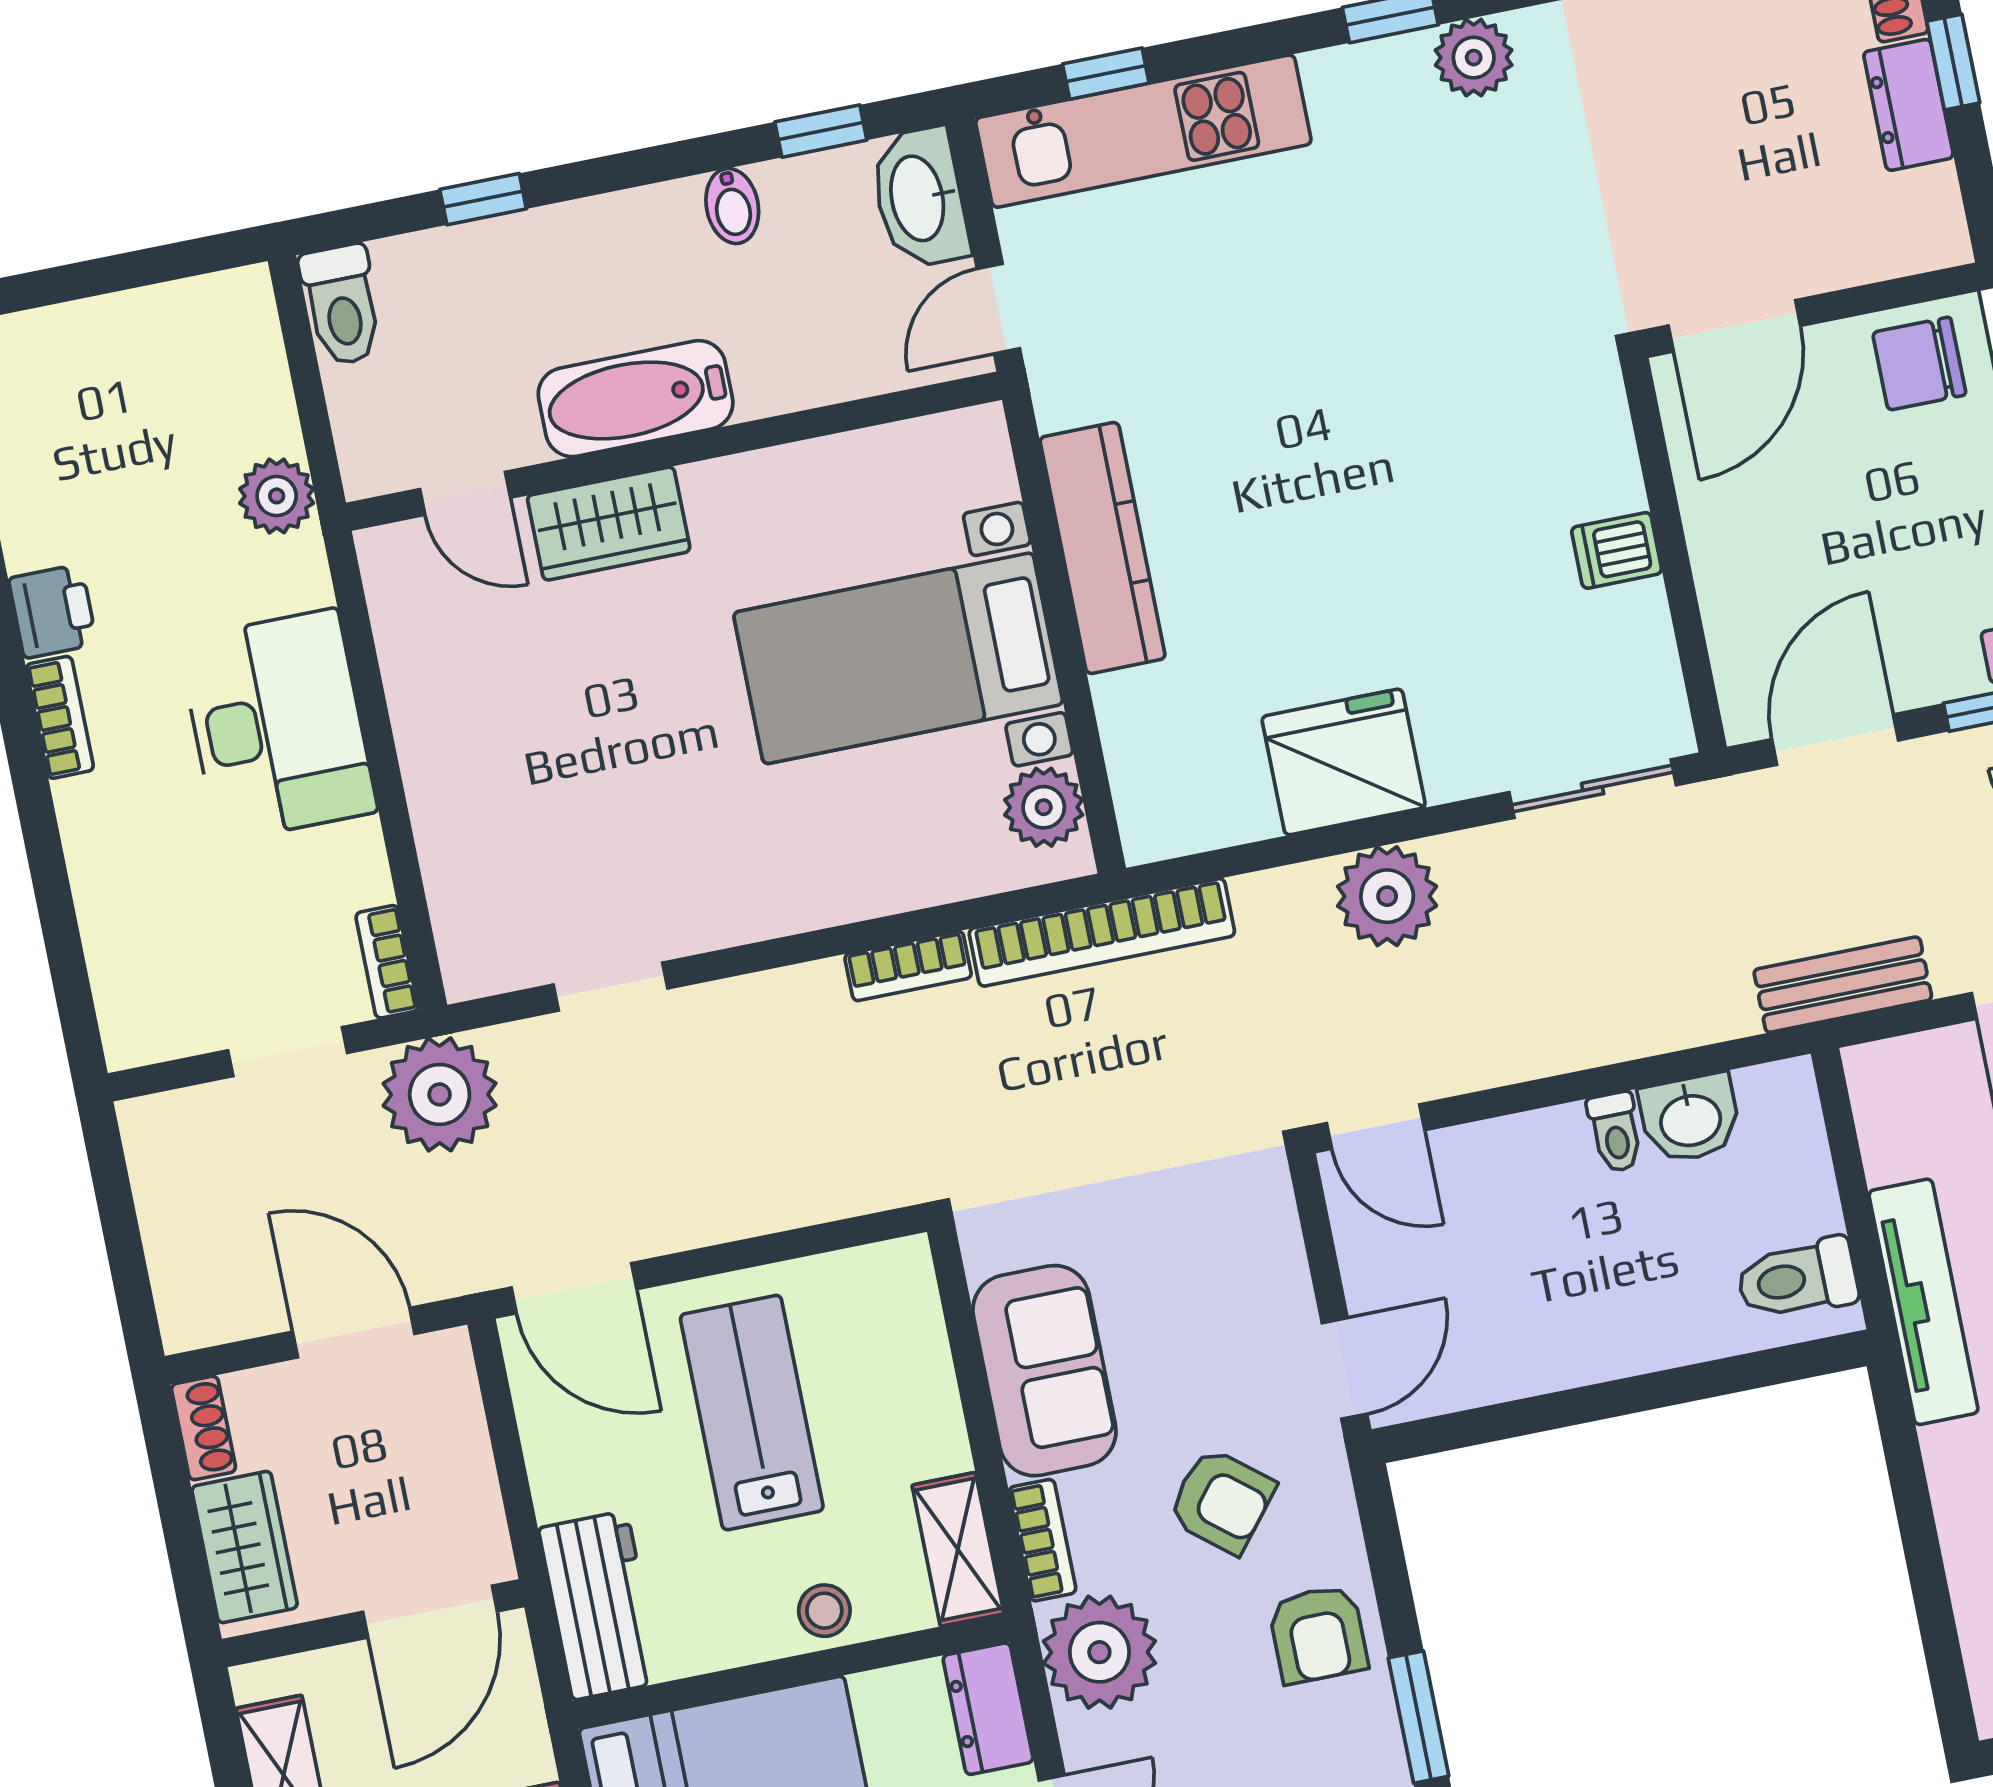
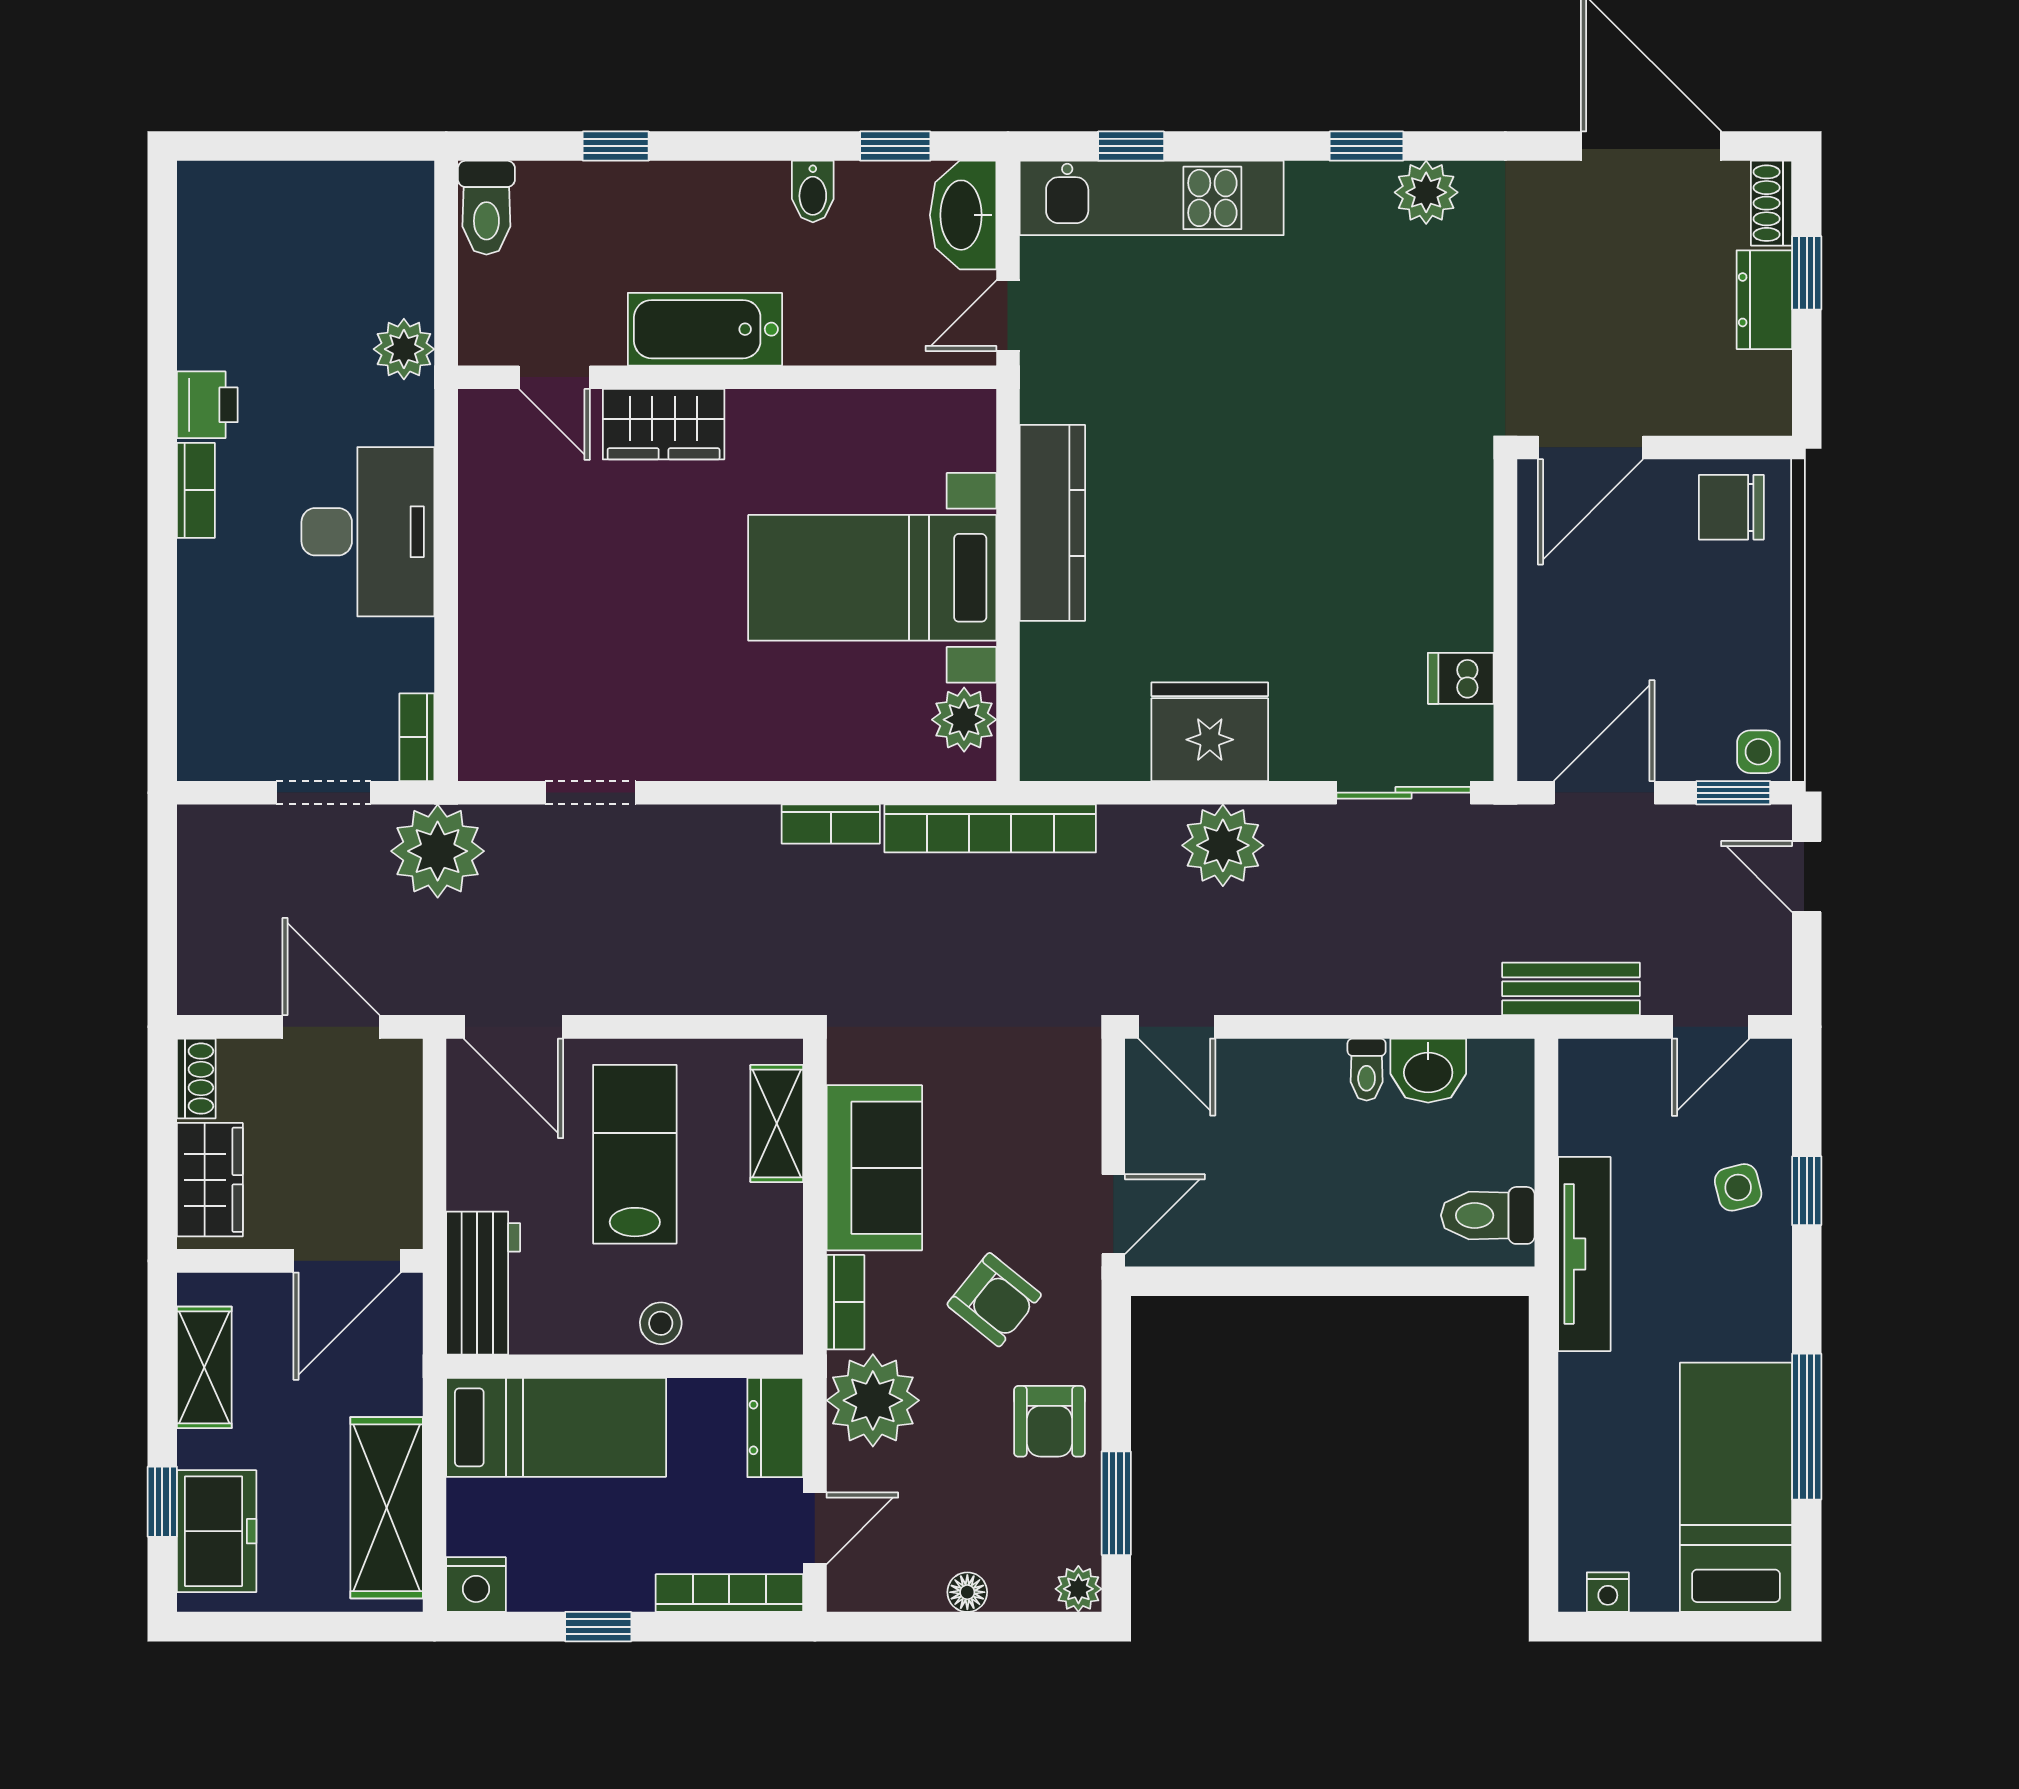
dishwasher: (1617, 550) -> (1461, 678), moved
shelving: (958, 1549) -> (777, 1123), moved

